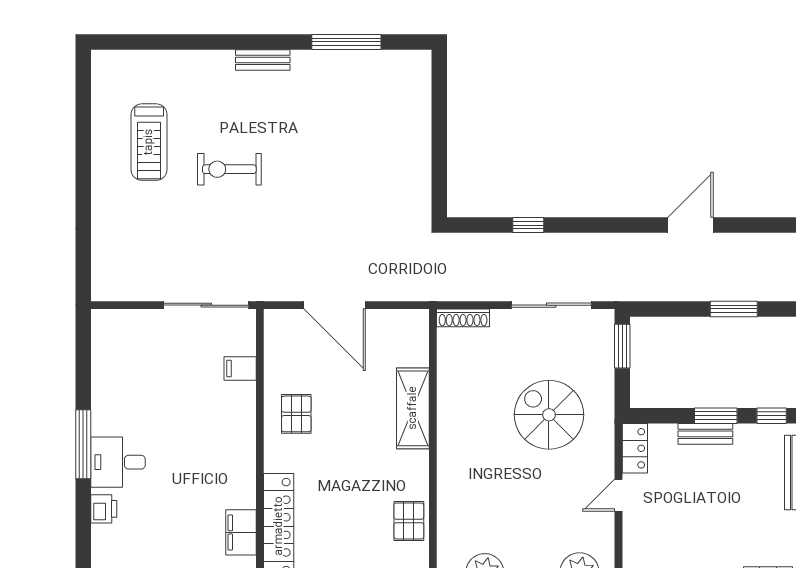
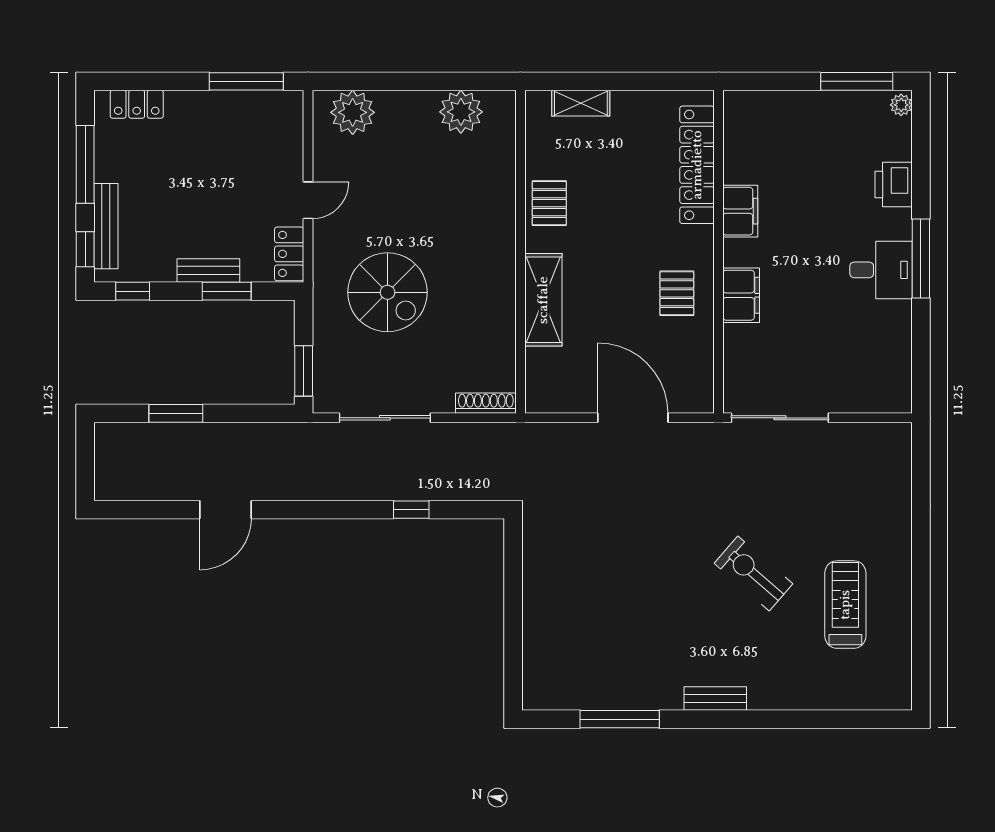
exercise bike: (229, 169) -> (754, 573), turned -139
filing cabinet: (240, 369) -> (741, 295), moved, width x2.00
window: (716, 416) -> (227, 291), moved
desk: (118, 462) -> (881, 270), moved
printer: (104, 509) -> (894, 185), width x1.36, depth x1.24
pallet: (409, 521) -> (549, 203), moved
filing cabinet: (241, 532) -> (740, 211), moved

